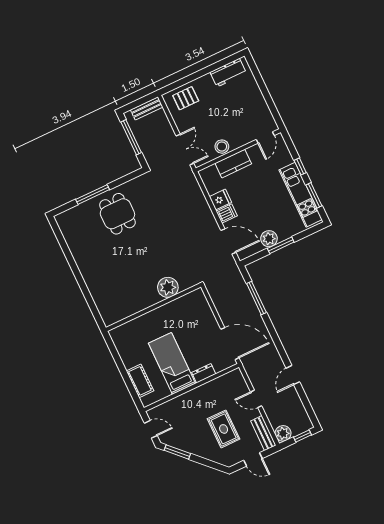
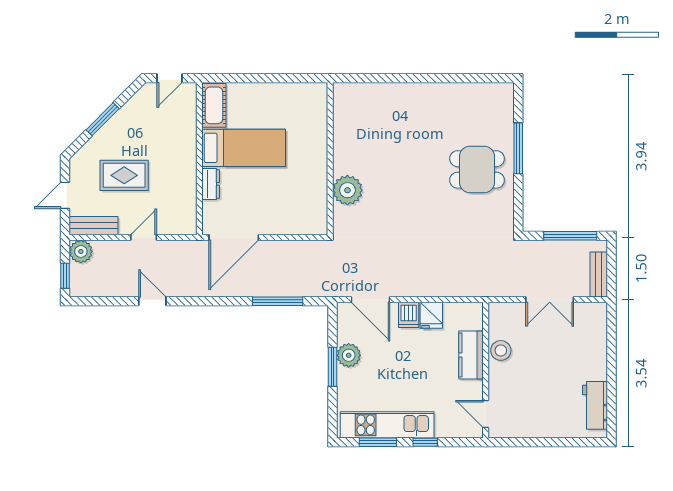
pallet: (186, 98) -> (588, 333), removed
double door: (185, 150) -> (550, 300), moved
door: (228, 241) -> (370, 300), hinge flipped
cot: (140, 381) -> (214, 105), moved, turned 90
window: (177, 452) -> (103, 119), moved

